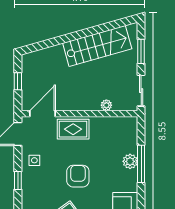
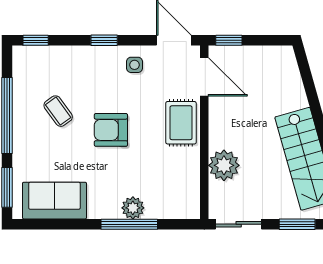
window: (18, 81) -> (229, 40), moved
plant: (106, 105) -> (224, 165), width x1.88, depth x1.88
armchair: (78, 176) -> (111, 130), turned 180

